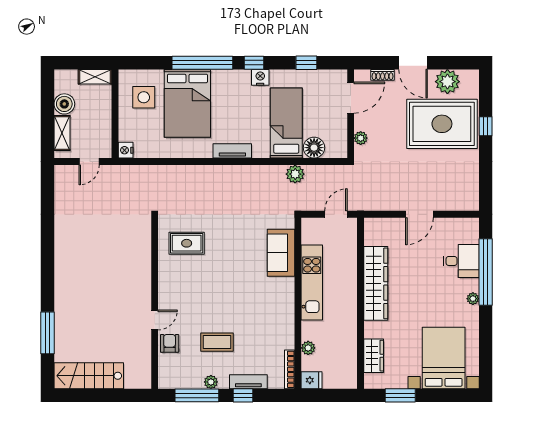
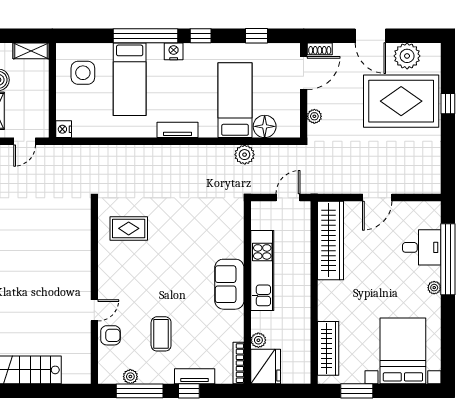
shoe rack: (383, 75) -> (320, 49), moved
nightstand: (260, 77) -> (174, 51), moved
bed: (187, 103) -> (130, 79), width x0.67
sofa: (281, 253) -> (229, 284), moved
wardrobe: (376, 283) -> (330, 240), moved
coffee table: (217, 342) -> (161, 334), turned 90
armchair: (170, 343) -> (110, 335), turned 90
wardrobe: (374, 356) -> (328, 348), width x1.50
fridge: (311, 380) -> (266, 366), width x1.88, depth x1.34
plant: (211, 382) -> (130, 377), moved

